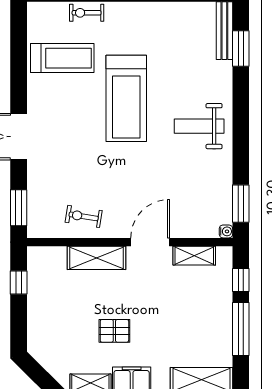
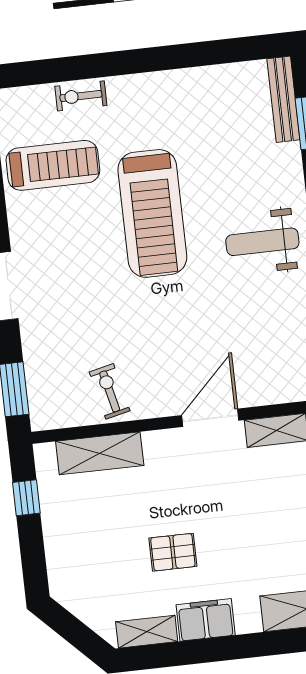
exercise bike: (84, 216) -> (110, 391), turned 68
shelving: (97, 258) -> (100, 453), moved

